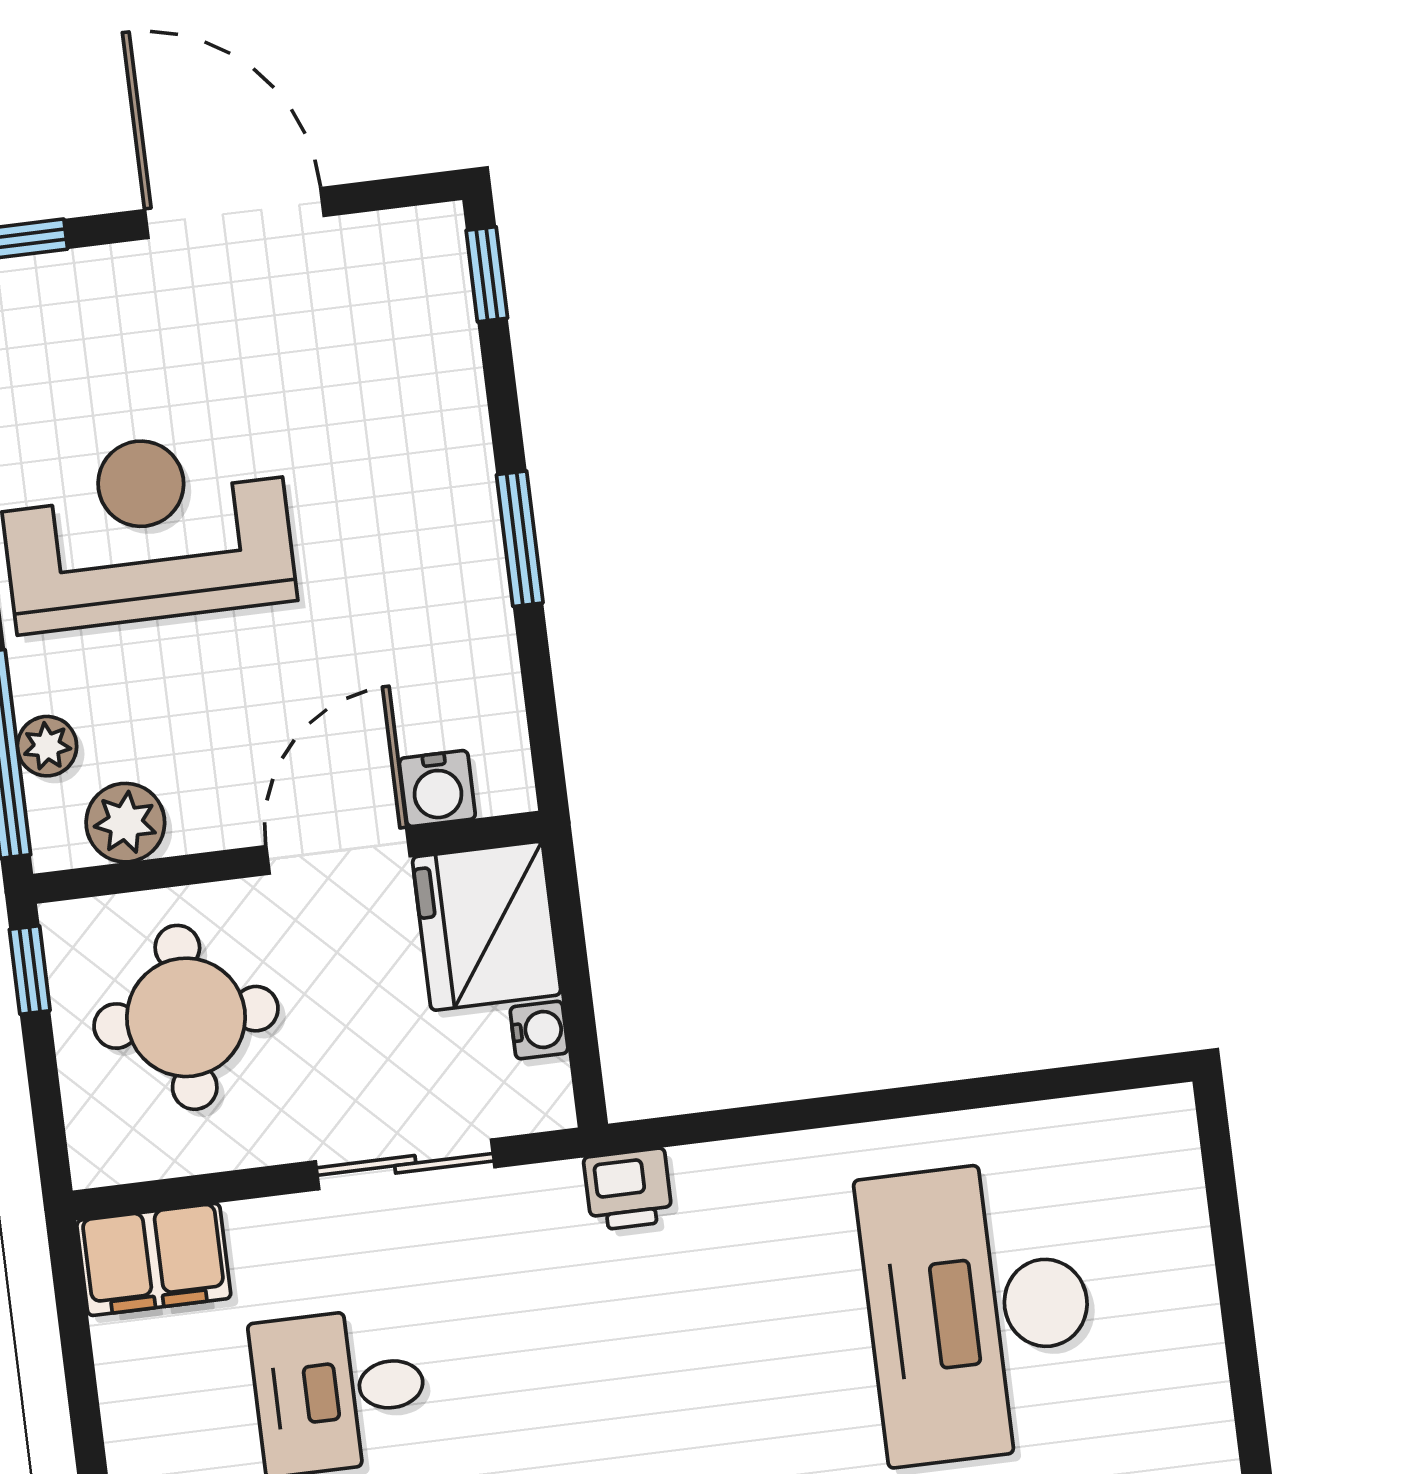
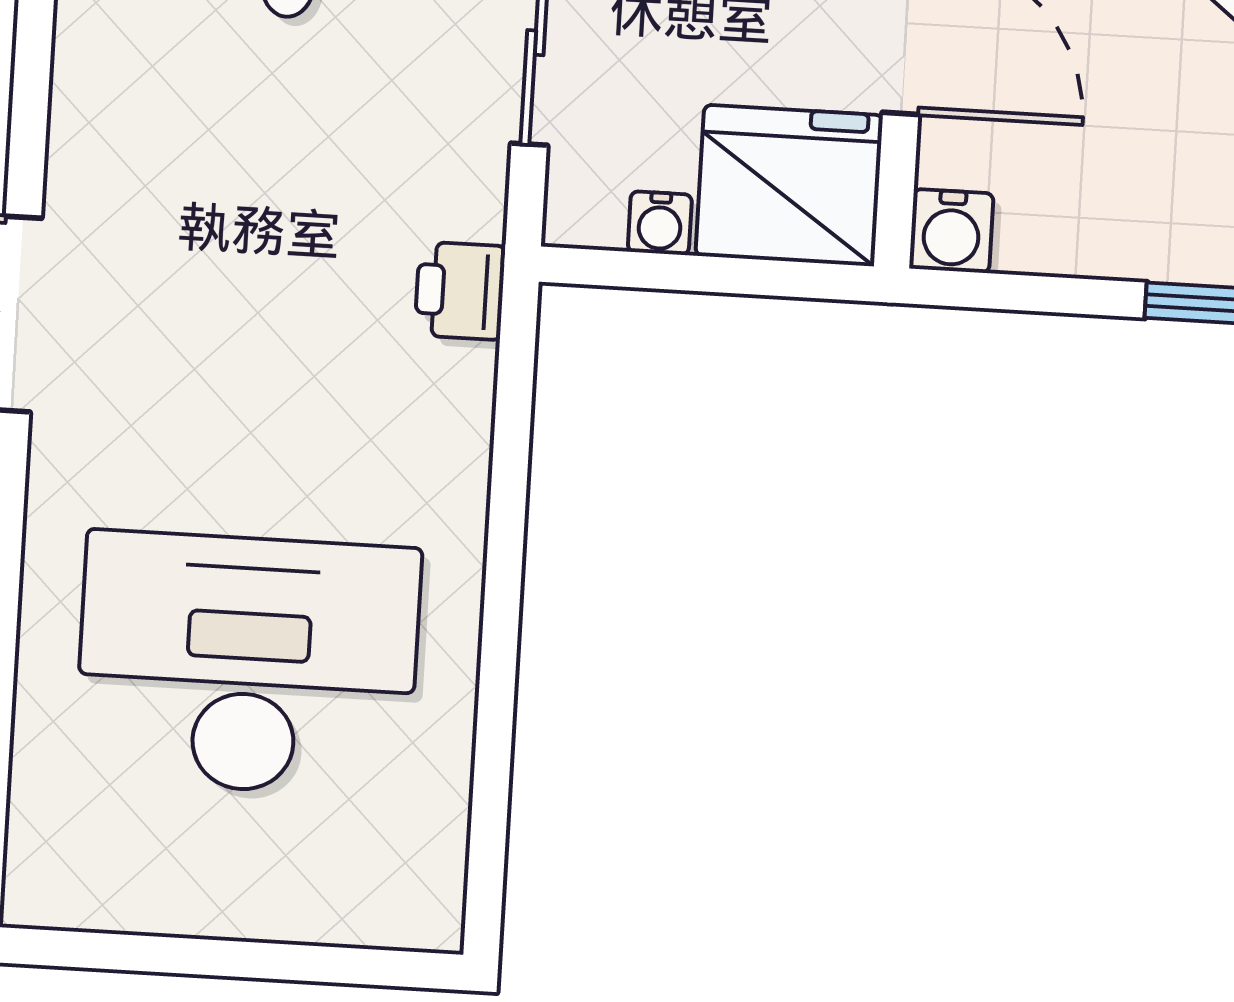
water cooler: (437, 789) -> (951, 231), moved, turned -90

